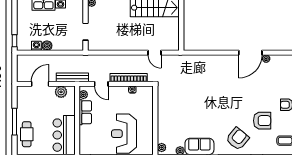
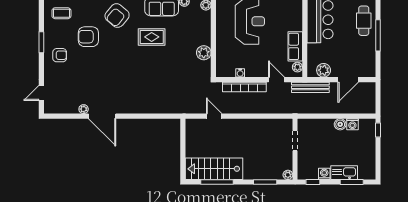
door: (250, 53) -> (102, 116), swing flipped
plant: (163, 107) -> (204, 53), added
rug: (208, 120) -> (152, 37), added

